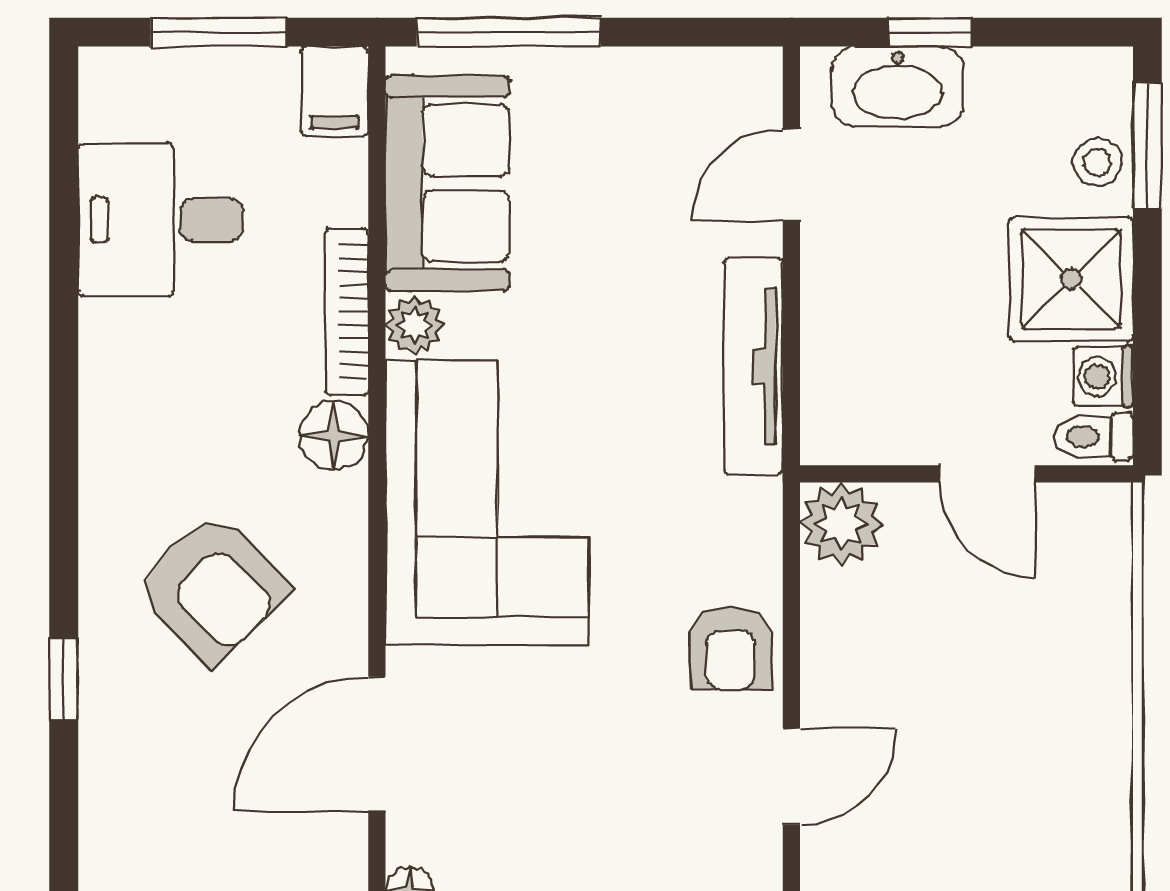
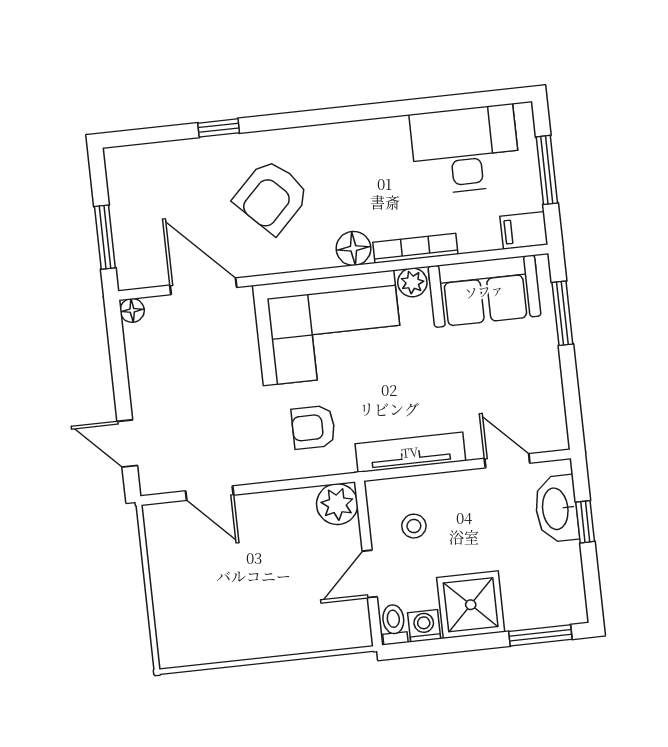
window: (509, 32) -> (562, 313), width x0.69
stool: (1097, 162) -> (414, 526), moved
desk: (160, 220) -> (465, 150), width x1.37
armchair: (730, 648) -> (313, 427), moved

